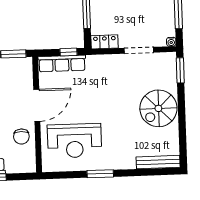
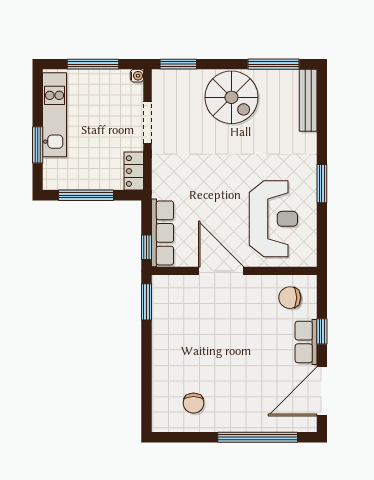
window: (69, 52) -> (146, 247), moved
chair: (21, 137) -> (290, 298), moved, turned 180
window: (183, 137) -> (273, 64), added

